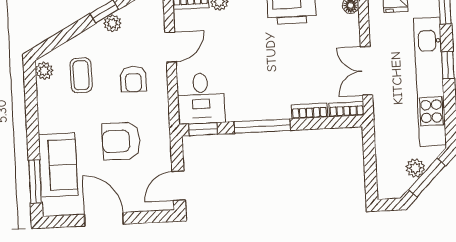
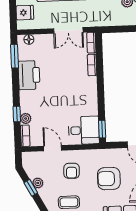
armchair: (133, 79) -> (72, 171), turned 92
window: (262, 126) -> (101, 94), removed
armchair: (121, 141) -> (109, 179), turned 90

